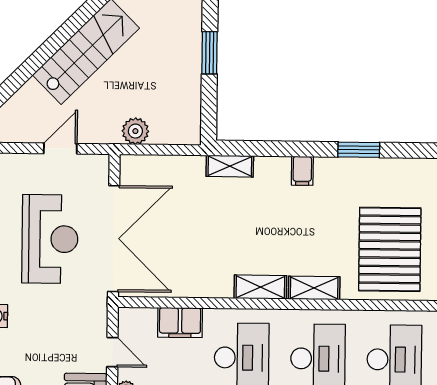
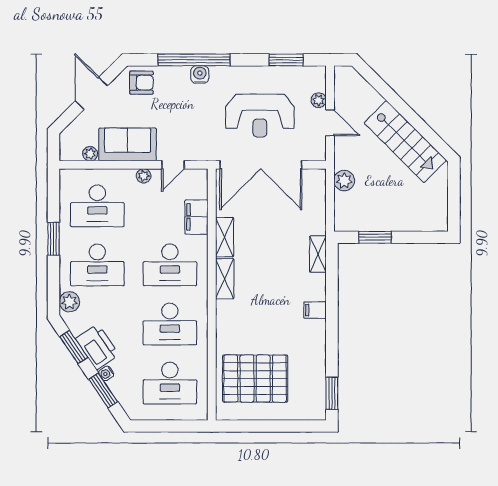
window: (210, 53) -> (375, 237), moved
window: (359, 150) -> (332, 393), moved
plant: (31, 163) -> (319, 100), added
shelving: (314, 288) -> (224, 237), moved

